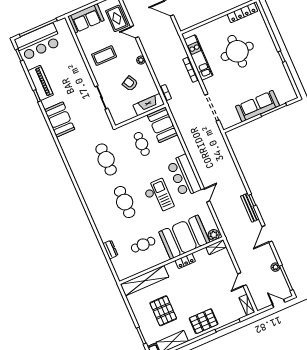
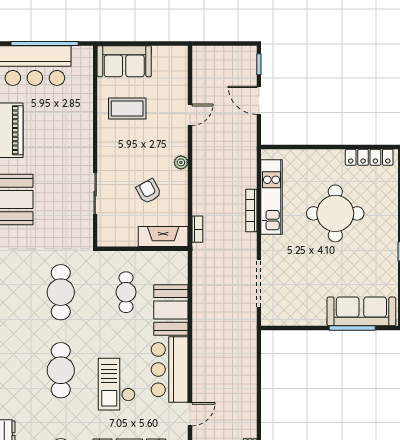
rug: (117, 18) -> (172, 82), removed
door: (134, 32) -> (190, 115), swing flipped
coffee table: (104, 56) -> (127, 109), moved
sofa: (257, 106) -> (361, 311), moved
booth: (162, 125) -> (171, 310), moved
checkout: (158, 196) -> (117, 384), turned 180

